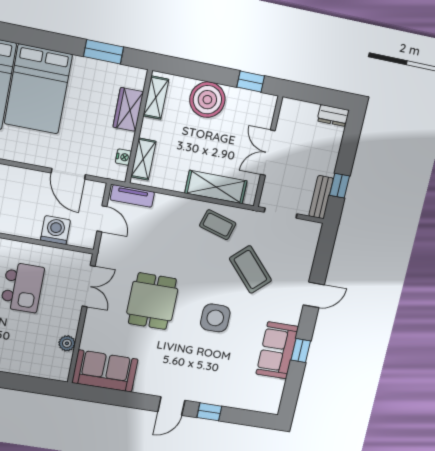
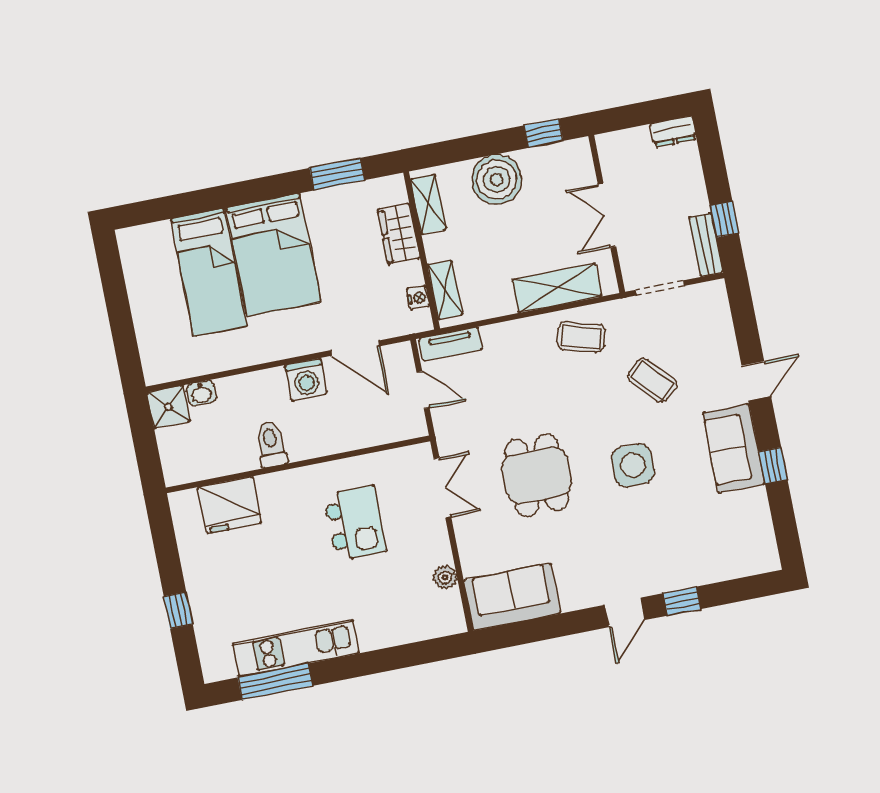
washing machine: (56, 230) -> (306, 379), moved, turned 180
coffee table: (250, 270) -> (652, 380), width x0.73, depth x0.77
sofa: (277, 350) -> (734, 448), moved

